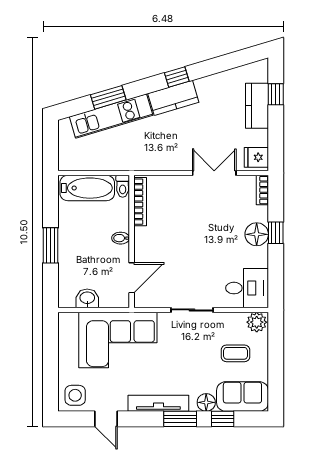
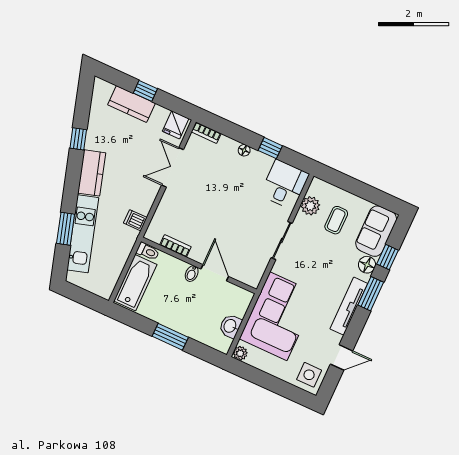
window: (177, 77) -> (78, 139), moved
window: (276, 94) -> (145, 91), moved
dishwasher: (147, 161) -> (135, 220), added
bookcase: (140, 202) -> (175, 246), width x0.64
window: (276, 233) -> (270, 148), moved
floor lamp: (257, 234) -> (244, 150), width x0.53, depth x0.53
door: (132, 278) -> (215, 273), moved
plant: (65, 320) -> (240, 353), added
plant: (257, 322) -> (310, 206), moved

